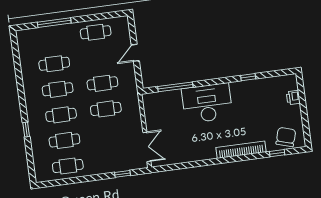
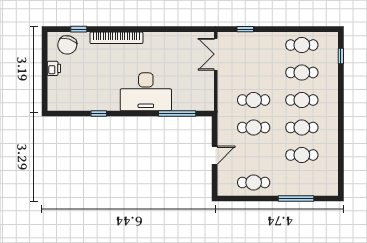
printer: (293, 98) -> (54, 68), moved
window: (26, 130) -> (341, 56), moved

